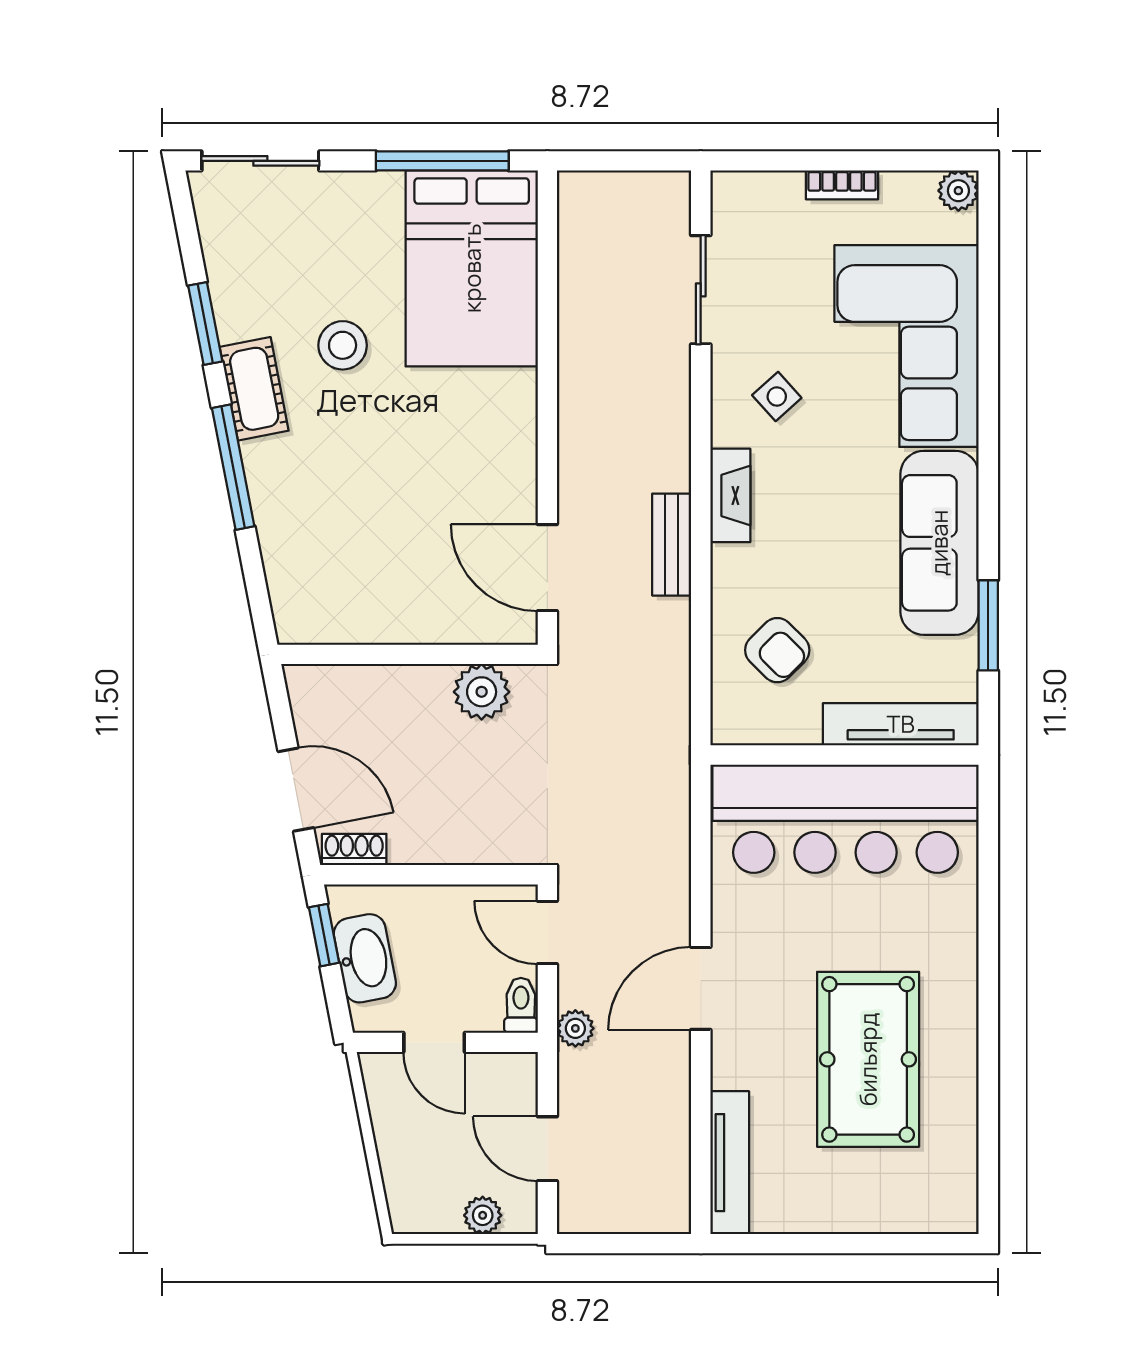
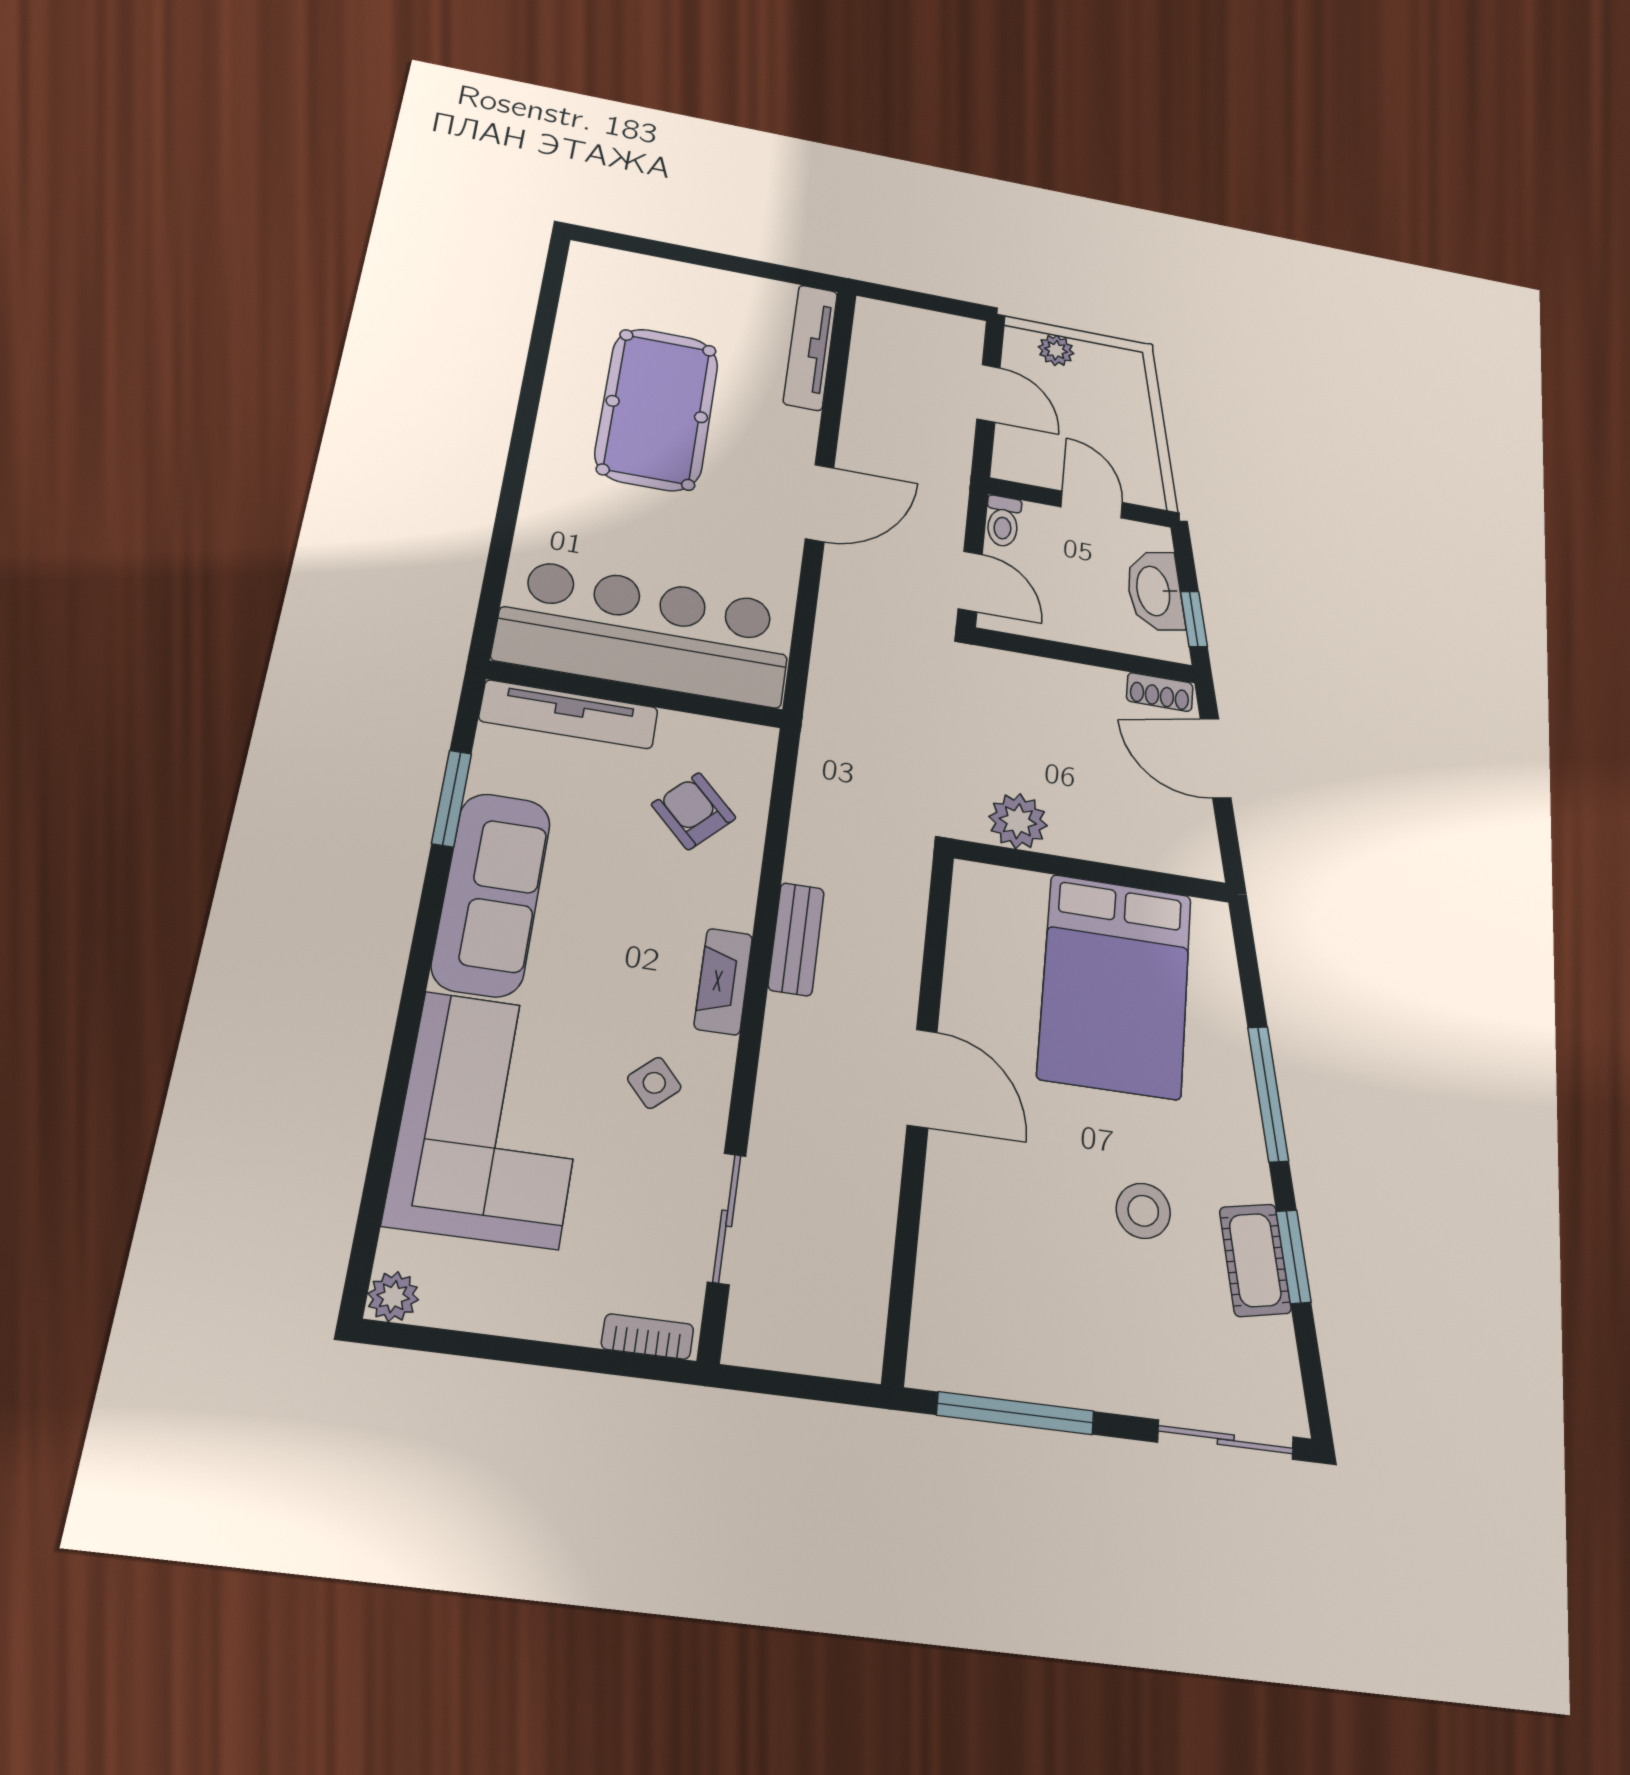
bookcase: (842, 185) -> (647, 1337), moved
bed: (472, 268) -> (1115, 986), moved, turned 180
cot: (254, 389) -> (1255, 1260), moved
door: (547, 568) -> (922, 1078), moved
plant: (575, 1028) -> (951, 491), removed

